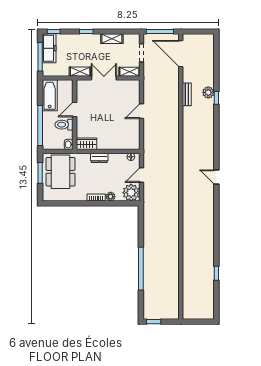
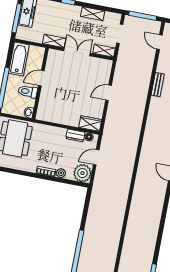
door: (181, 54) -> (159, 42), width x0.53
wardrobe: (86, 144) -> (90, 123), moved
dresser: (99, 158) -> (75, 135), moved

